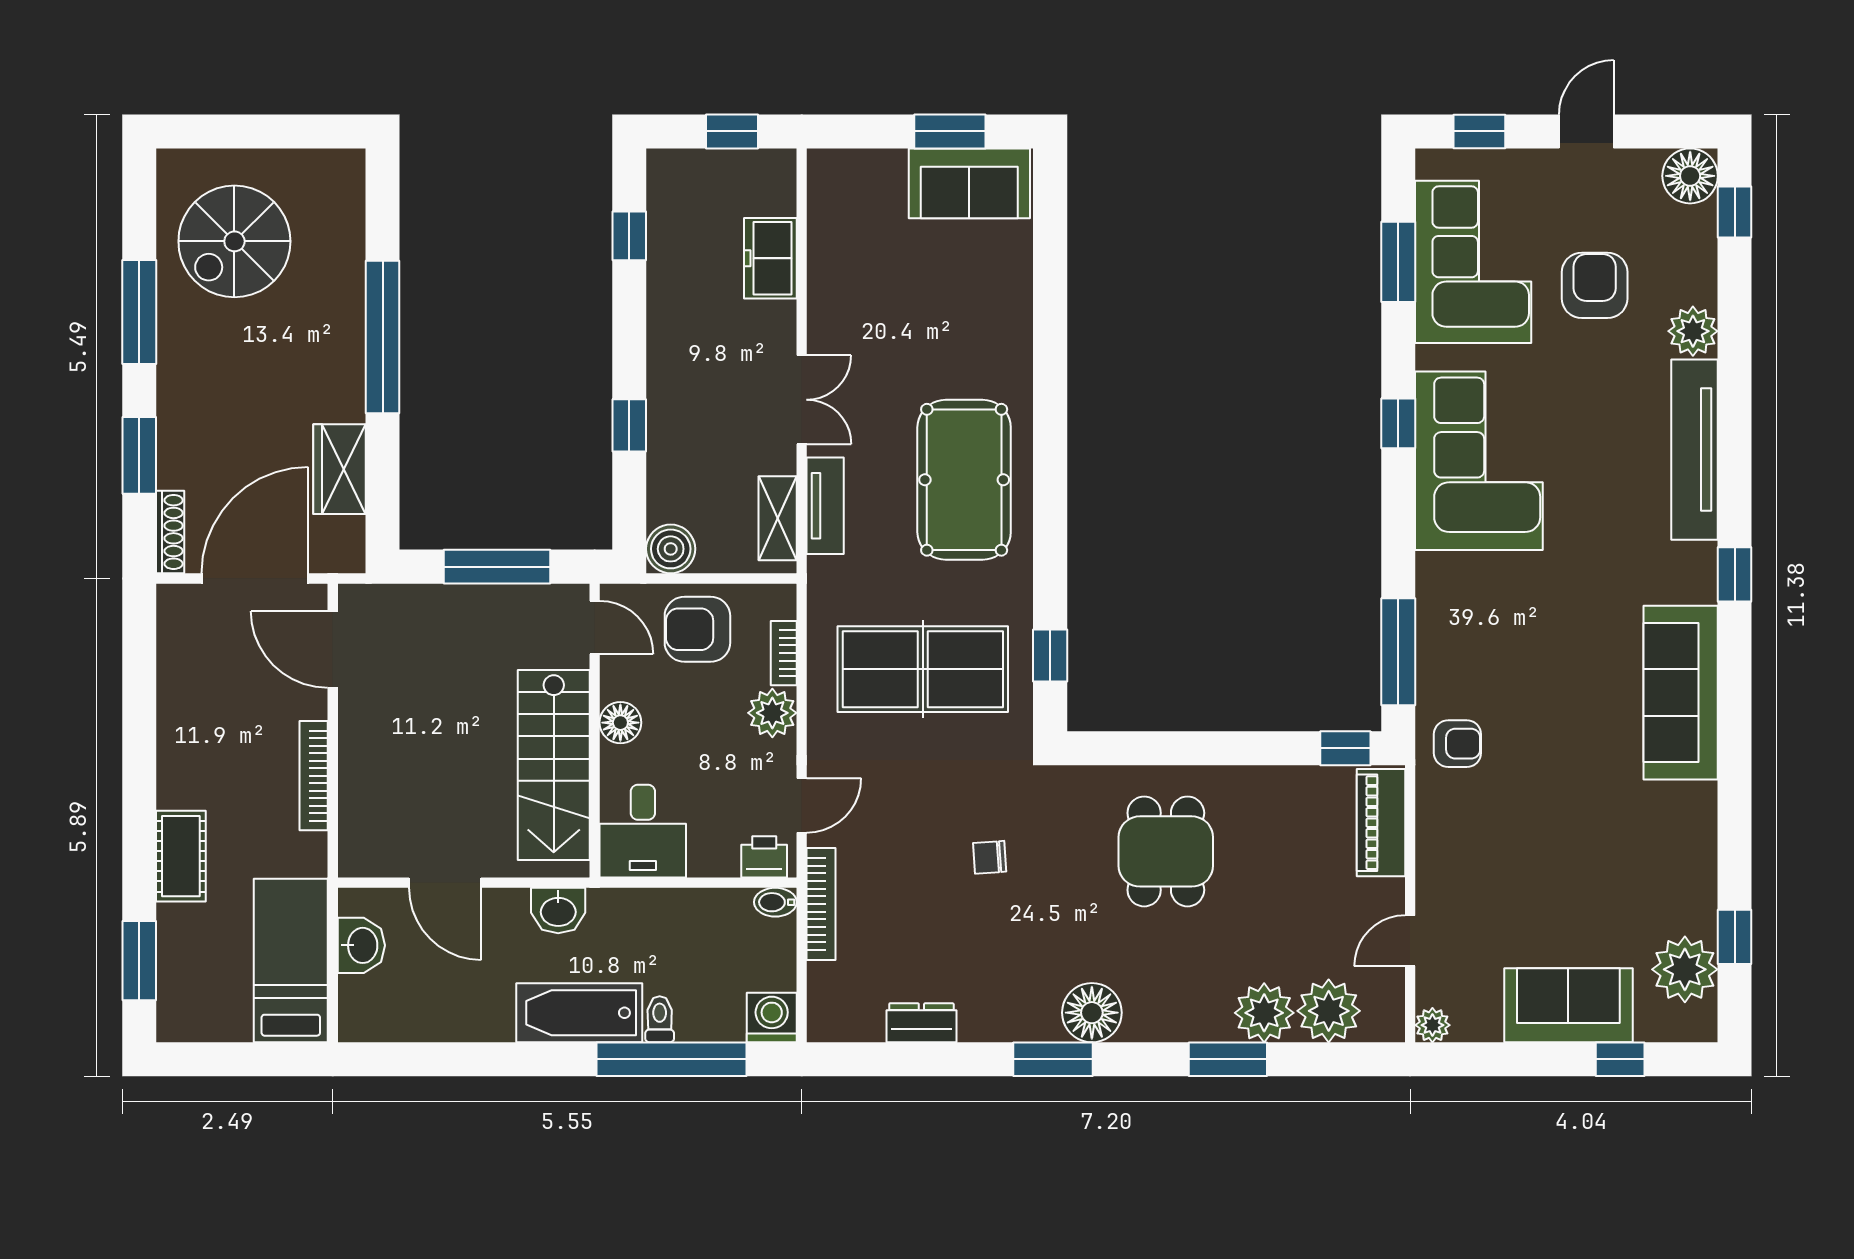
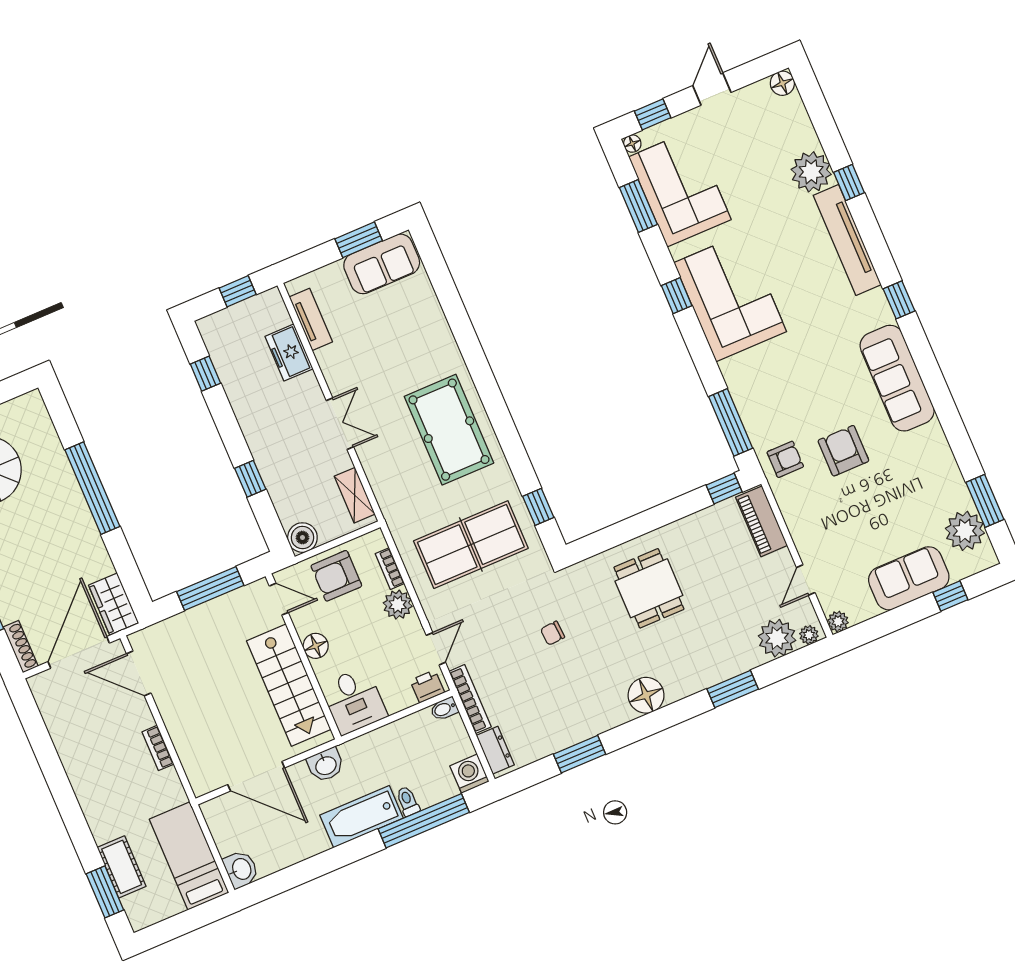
floor lamp: (1430, 163) -> (632, 144), added
floor lamp: (1690, 176) -> (782, 83), width x0.73, depth x0.73
window: (1735, 212) -> (849, 183), moved
armchair: (1595, 285) -> (843, 451), moved
plant: (1693, 331) -> (811, 172), width x1.36, depth x1.36
wardrobe: (340, 469) -> (114, 604), moved
tv unit: (825, 506) -> (311, 319), moved
bookcase: (314, 776) -> (158, 748), width x0.64
cot: (181, 856) -> (122, 867), moved
door: (445, 883) -> (256, 776), width x1.36
window: (1735, 937) -> (985, 501), width x1.50
washbasin: (361, 945) -> (241, 869), moved
plant: (1264, 1013) -> (809, 635), moved, width x0.53, depth x0.53
dresser: (921, 1023) -> (495, 750), moved, turned 90
window: (1053, 1059) -> (579, 754), moved

